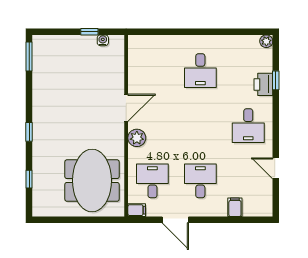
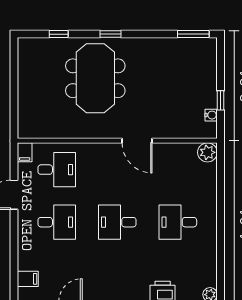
desk: (248, 126) -> (117, 222), moved
plant: (137, 138) -> (207, 152), moved
meeting table: (92, 181) -> (95, 78), moved, turned 90
filing cabinet: (235, 207) -> (28, 279), moved

